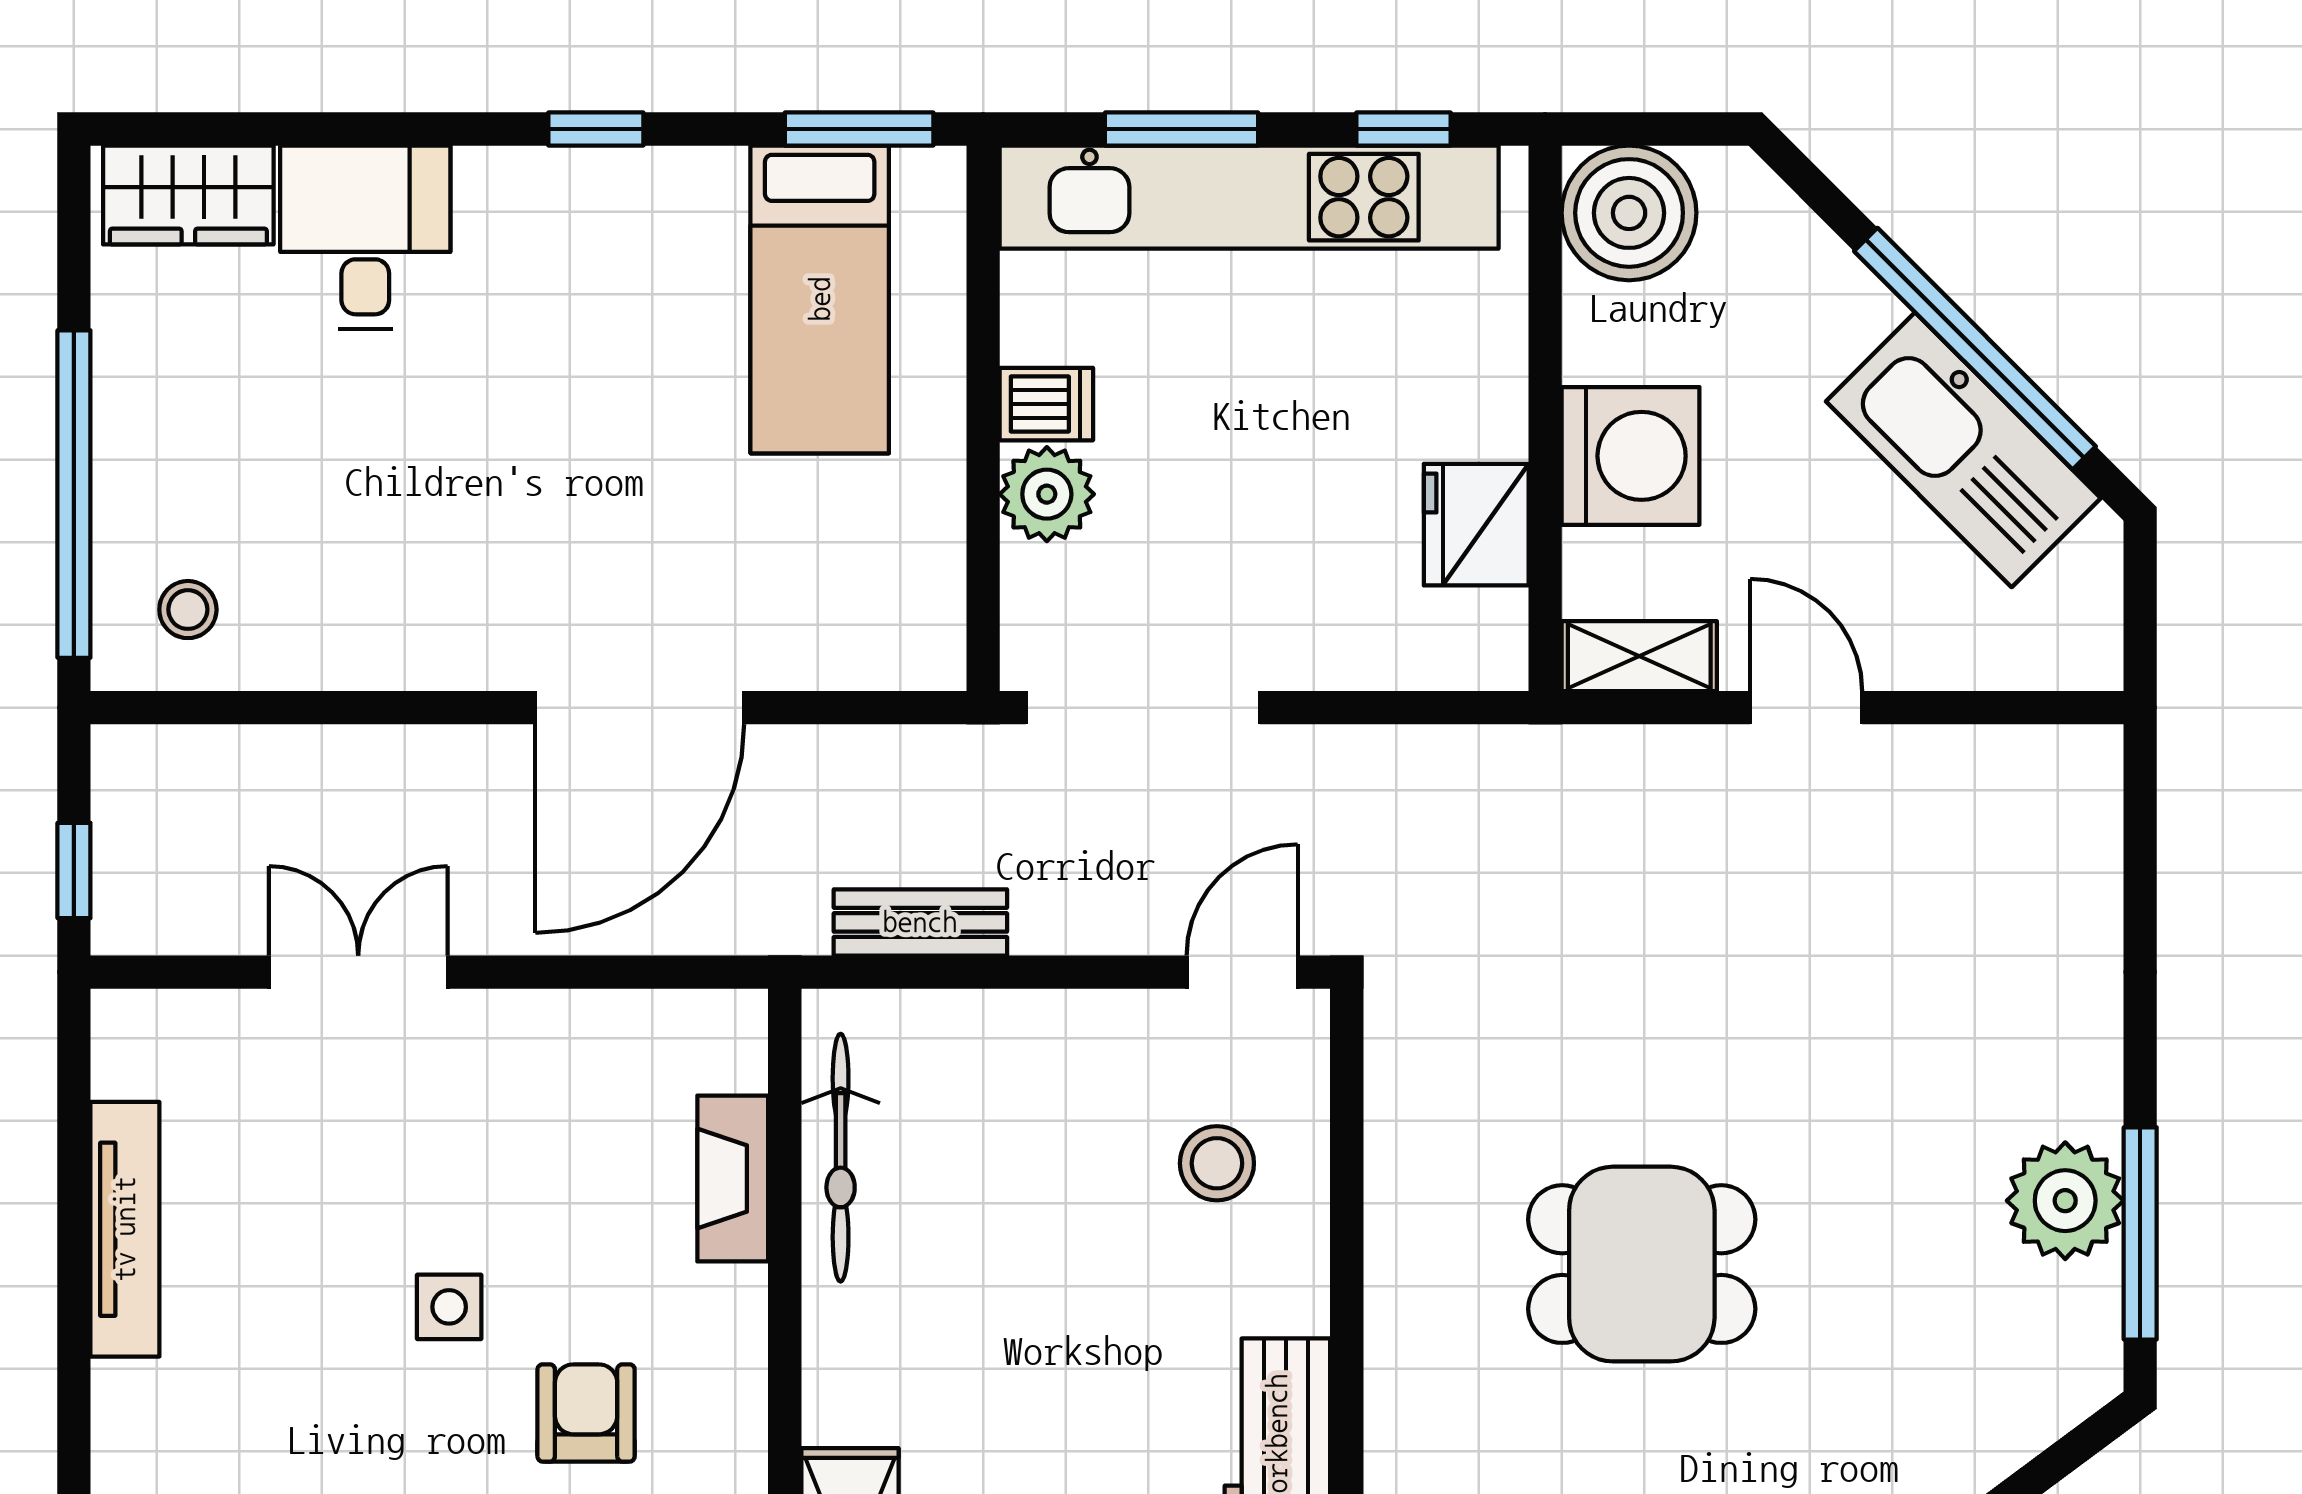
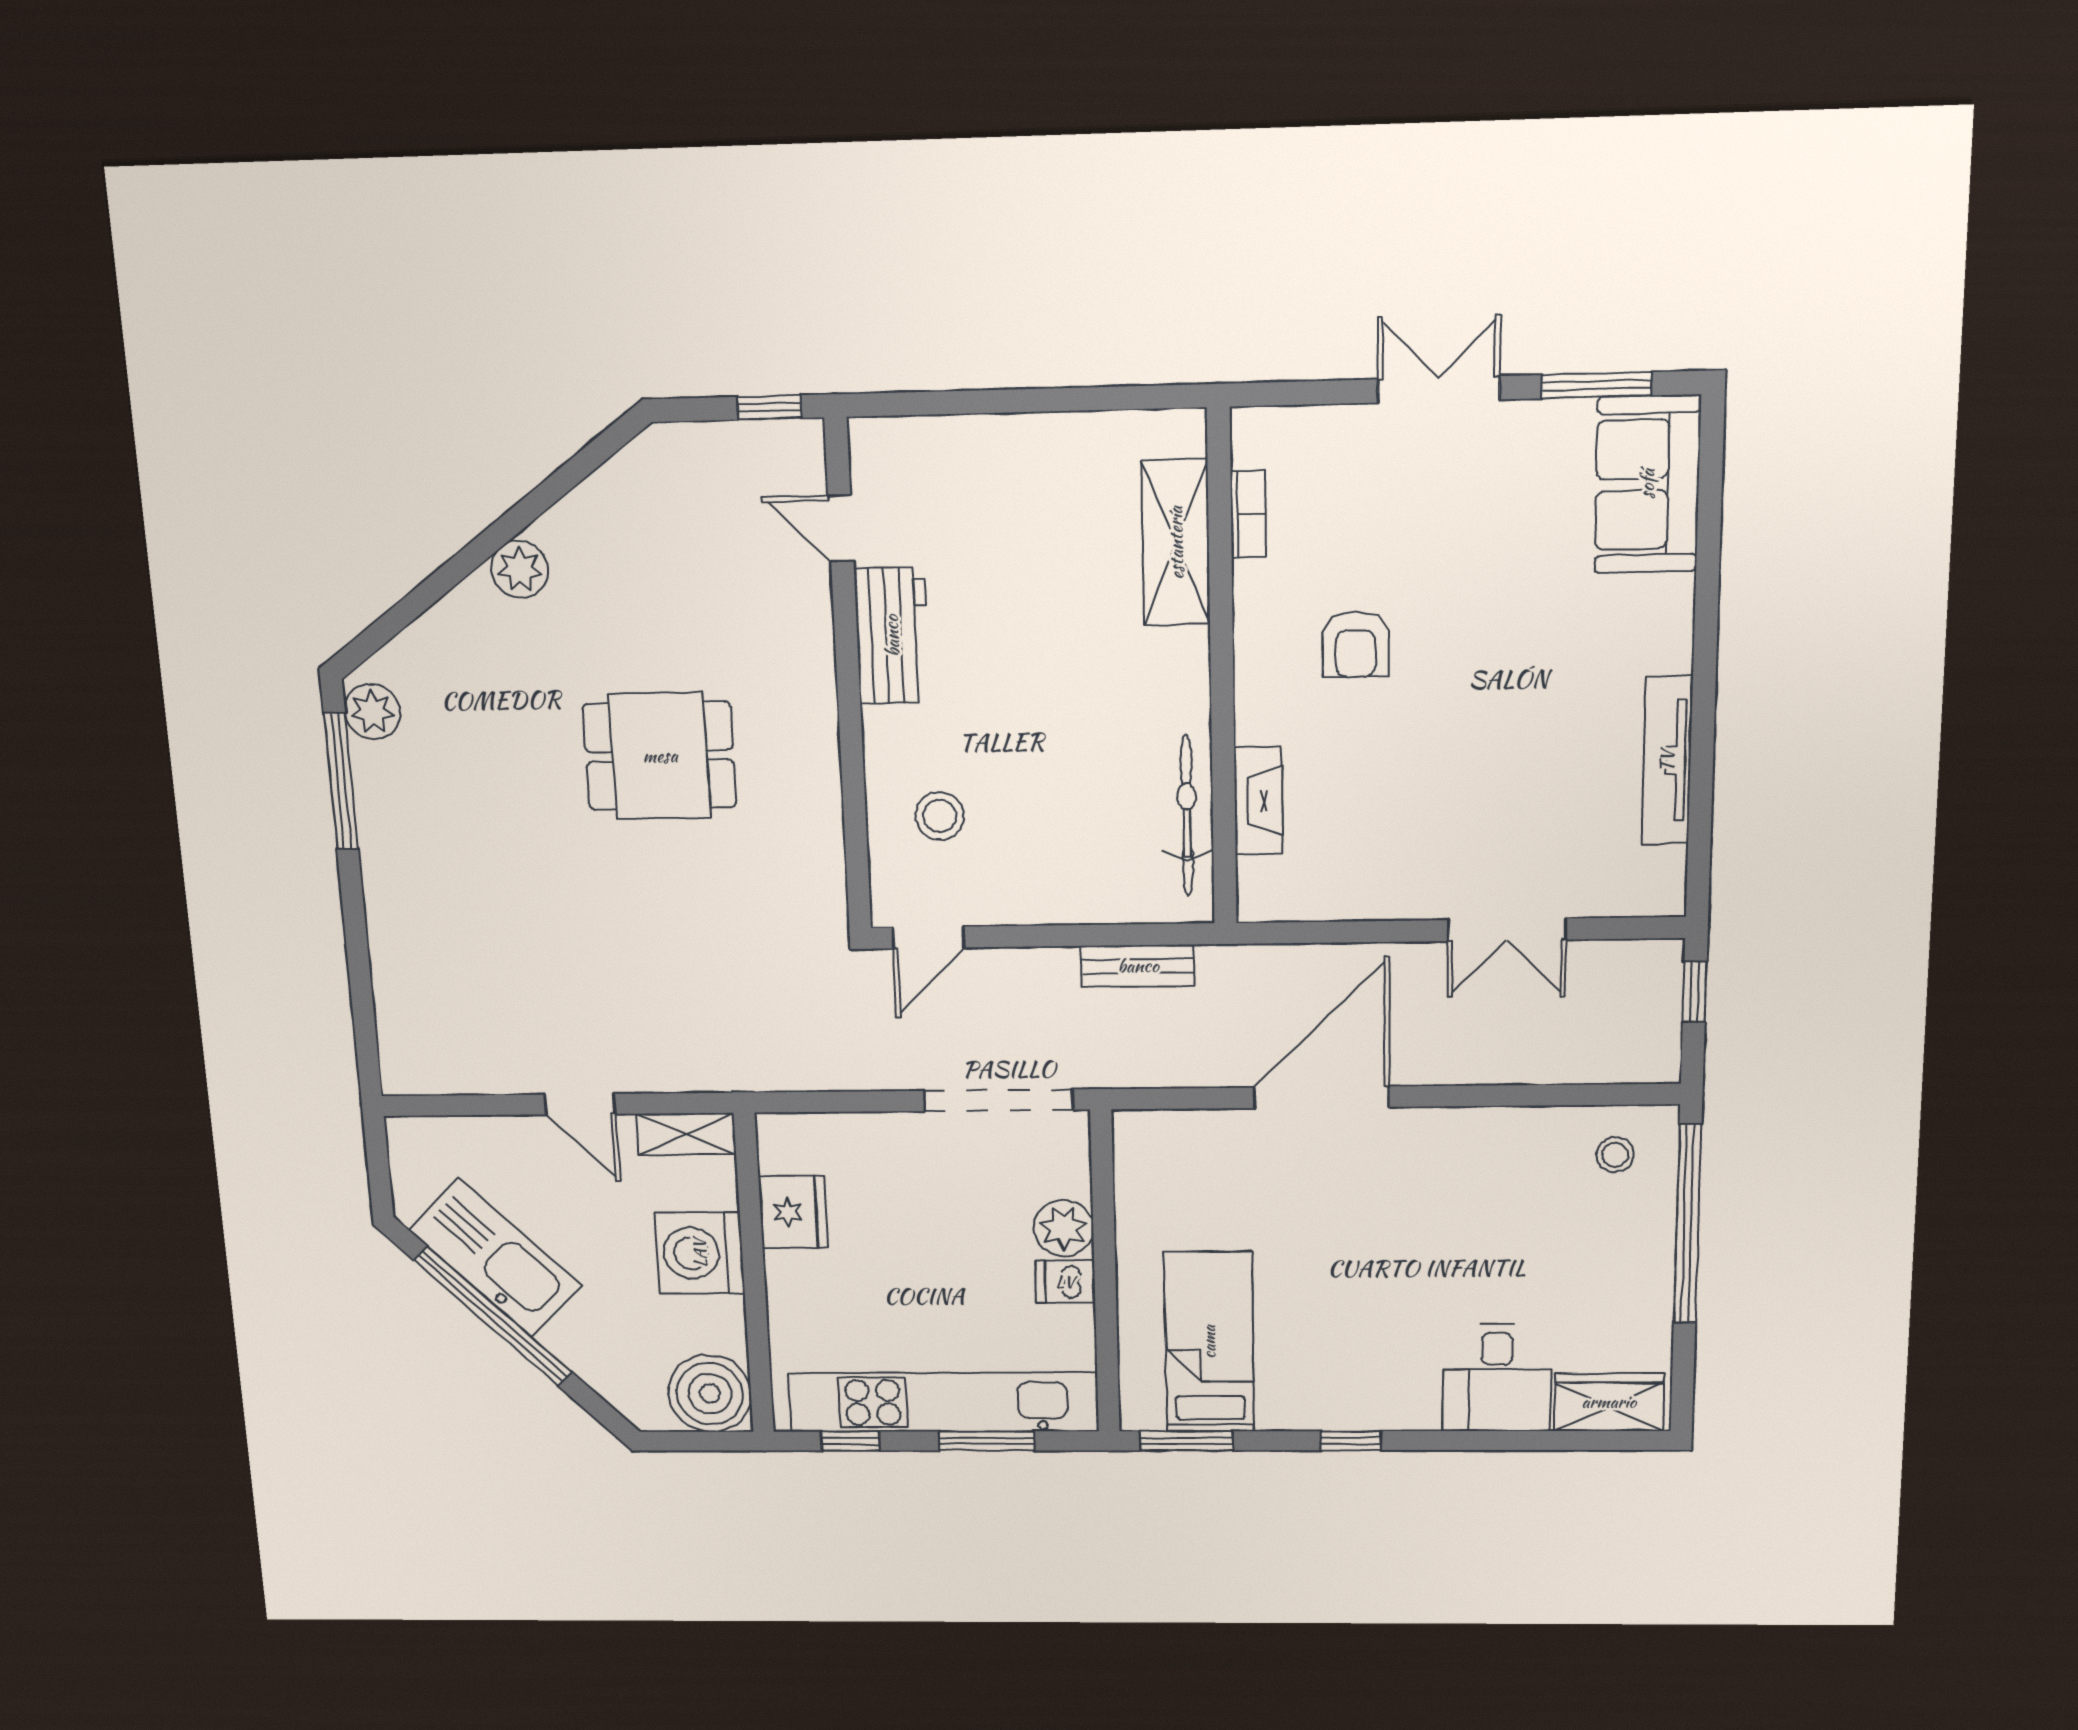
plant: (2065, 1201) -> (372, 712), moved, width x0.73, depth x0.73
side table: (449, 1307) -> (1448, 713), removed

